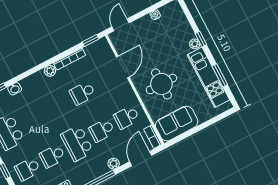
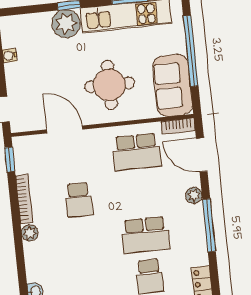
plant: (195, 44) -> (66, 24), width x1.88, depth x1.88
school desk: (127, 117) -> (137, 152), width x1.85
window: (202, 126) -> (191, 51), added
school desk: (102, 130) -> (141, 193), removed

